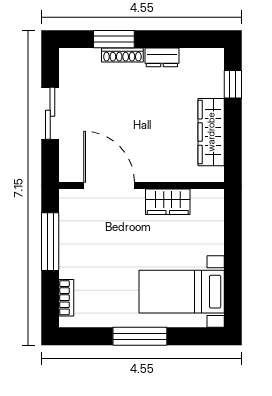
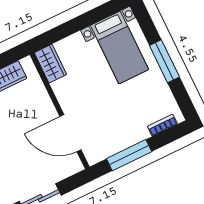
door: (109, 185) -> (70, 133), hinge flipped
wardrobe: (168, 202) -> (50, 64), moved

